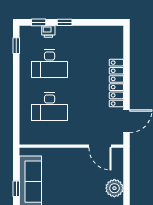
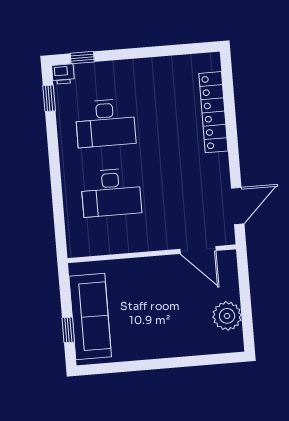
window: (65, 22) -> (124, 54), removed
printer: (48, 31) -> (63, 74), moved
locker: (116, 83) -> (213, 112), moved

